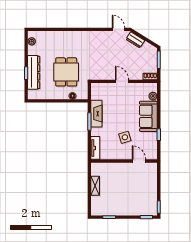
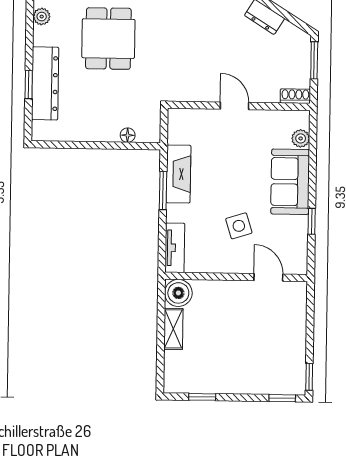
dining table: (66, 72) -> (108, 39), moved
boiler: (97, 169) -> (178, 293), added

